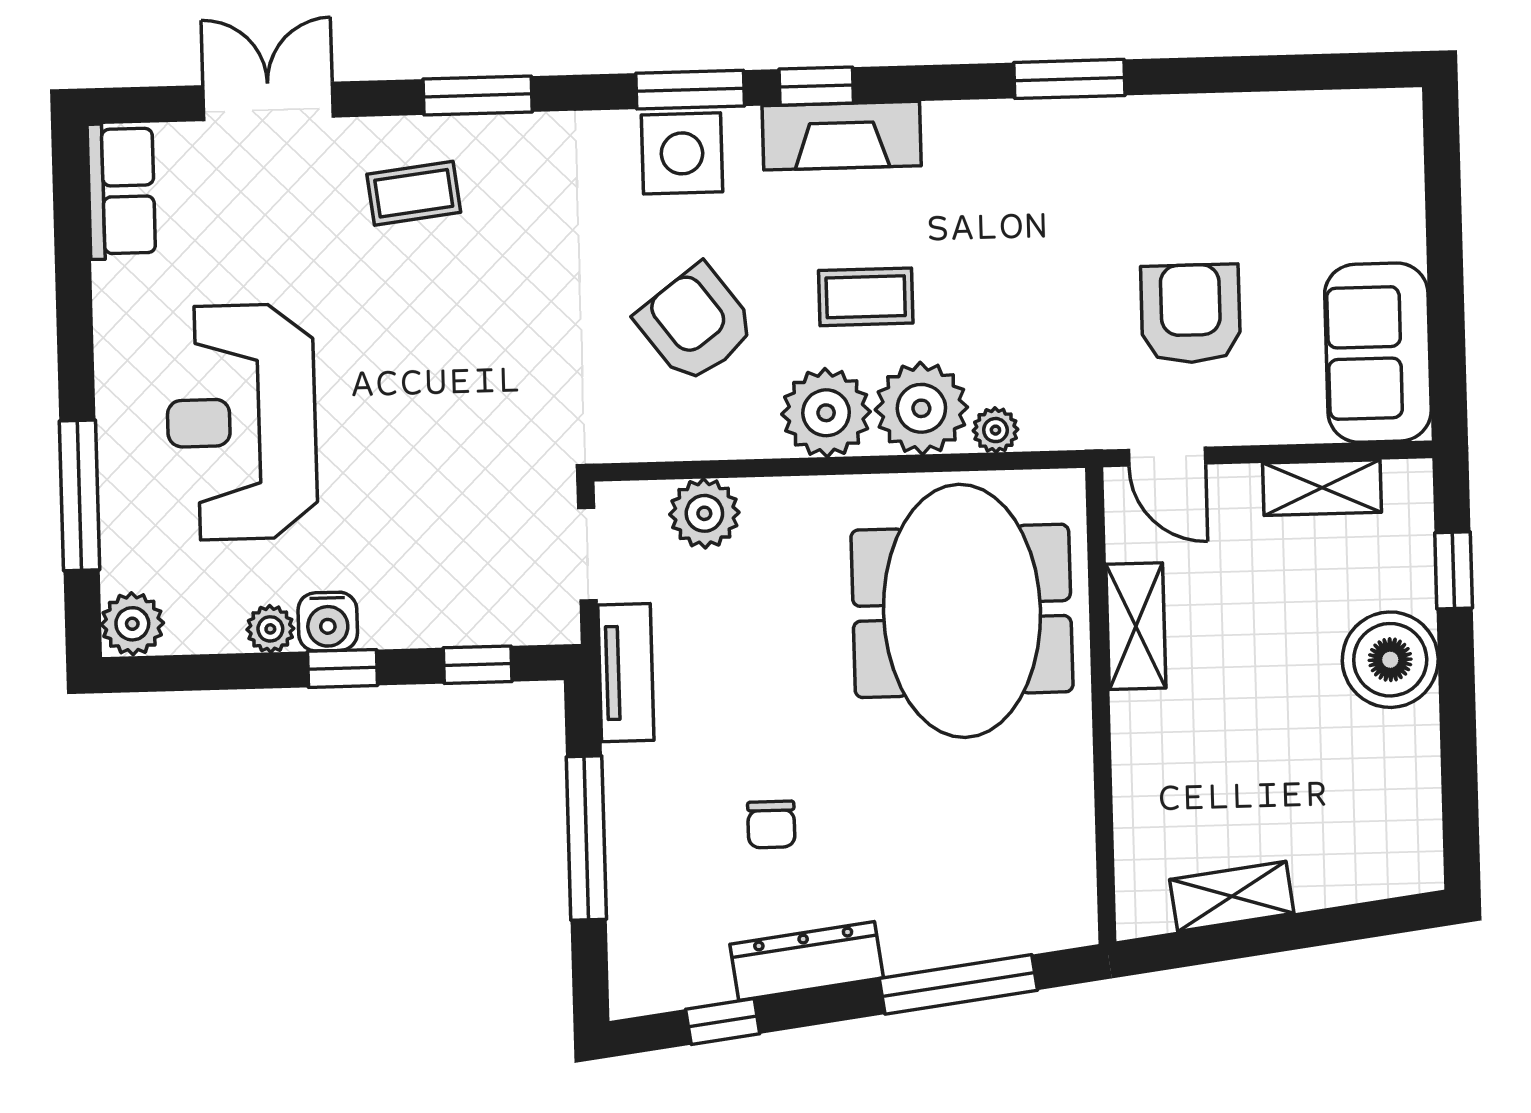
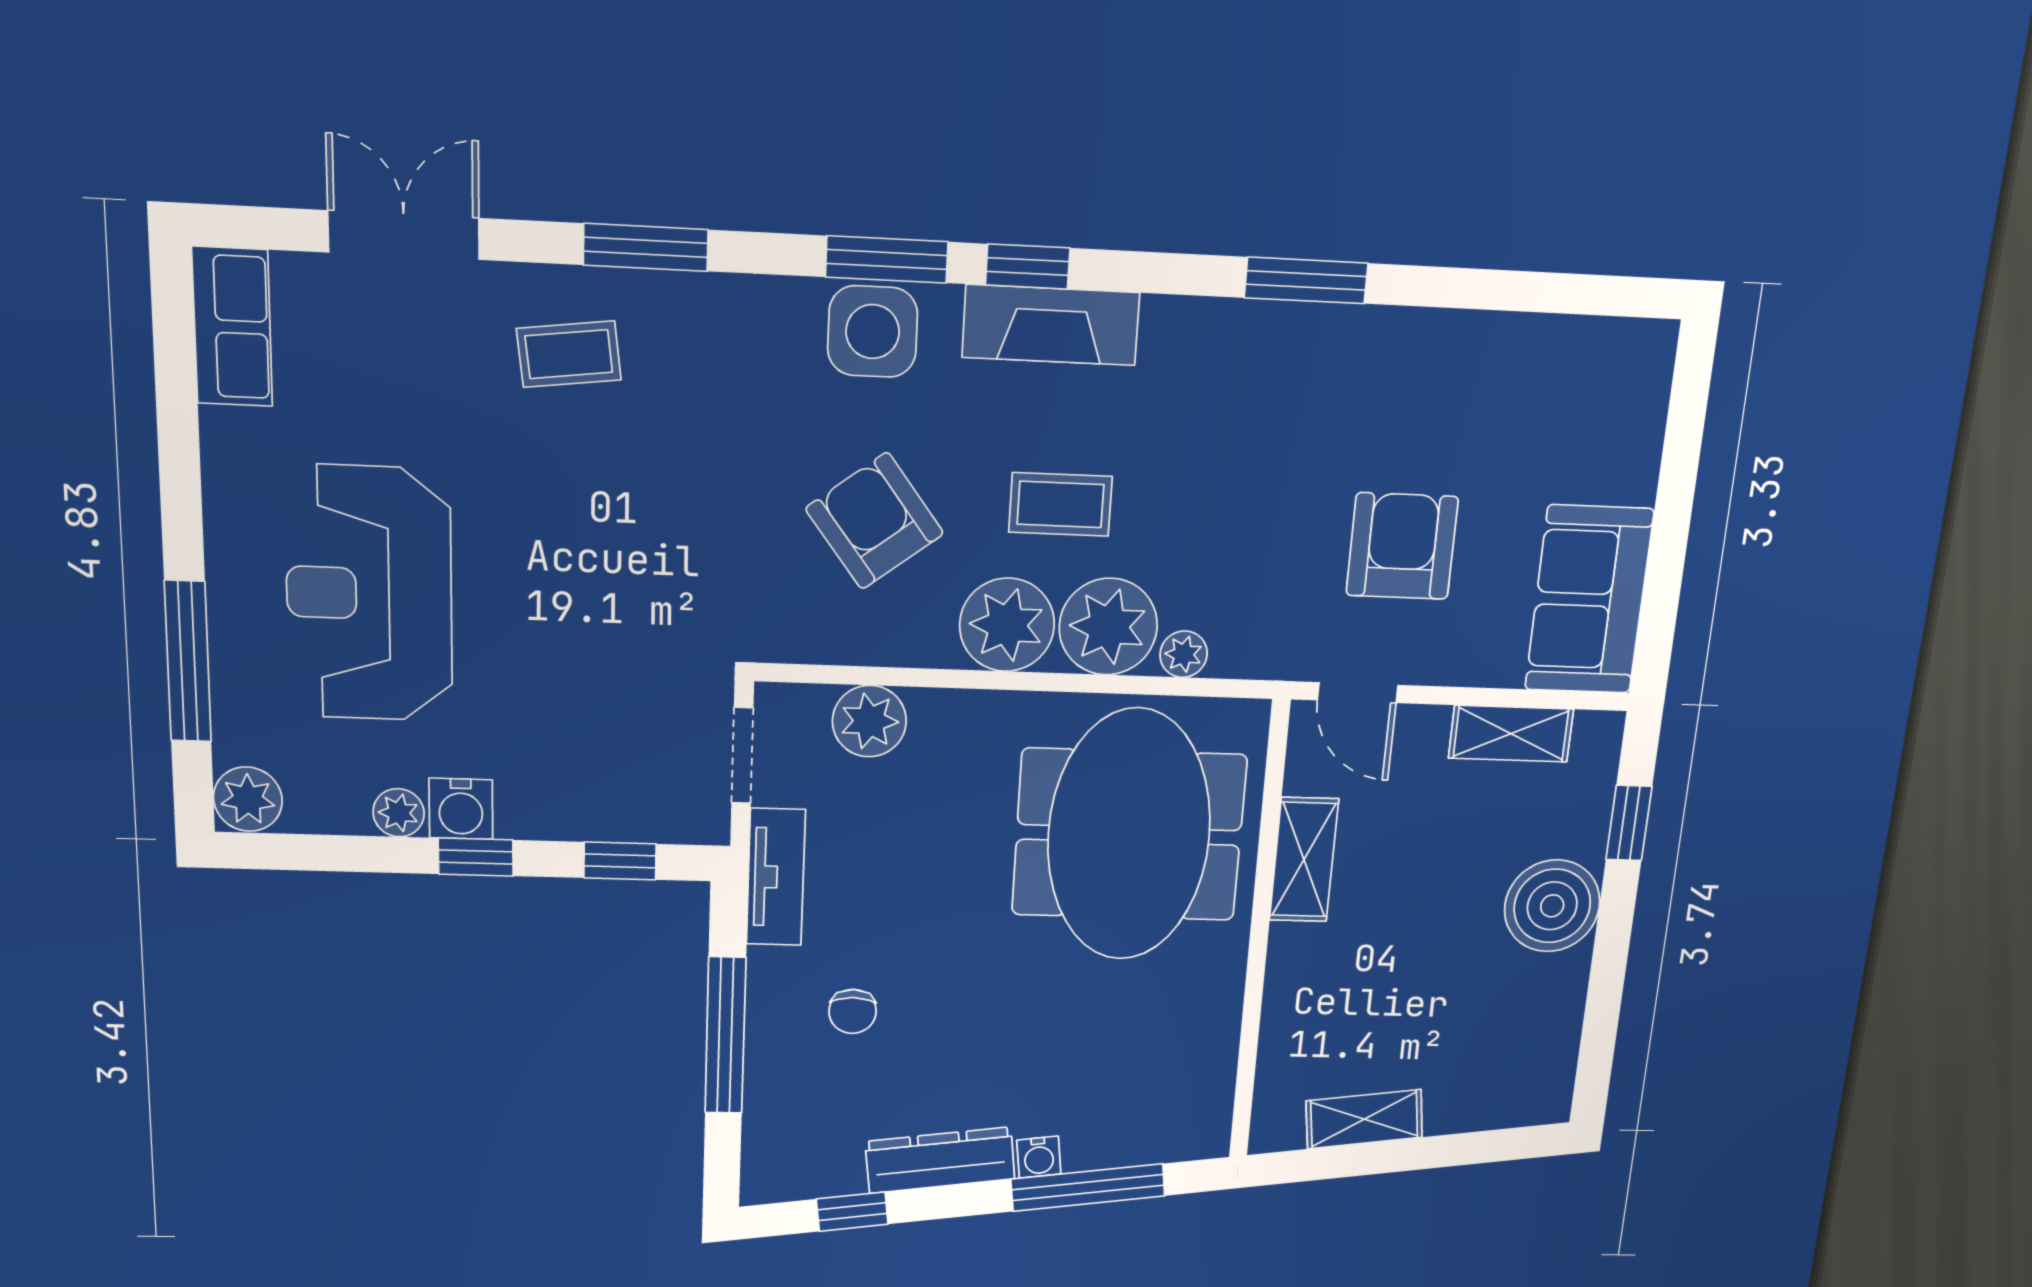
chair: (771, 824) -> (853, 1011), moved
water cooler: (906, 953) -> (1039, 1157), added

